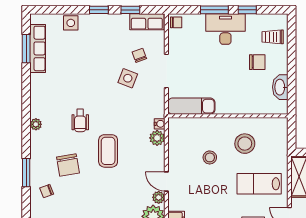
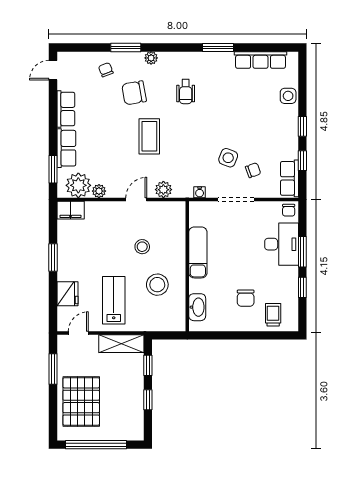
desk: (225, 29) -> (282, 244), moved
window: (26, 49) -> (218, 47), moved
washbasin: (280, 87) -> (197, 307), moved, turned 90
exam couch: (191, 106) -> (198, 252), moved
wheelchair: (80, 120) -> (186, 92), moved, turned -90
plant: (36, 124) -> (151, 58), moved
water cooler: (160, 124) -> (200, 192), moved
coffee table: (108, 151) -> (149, 136), turned 90
door: (166, 181) -> (136, 199), moved

